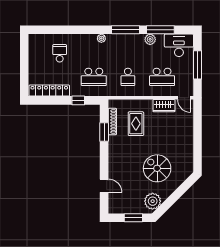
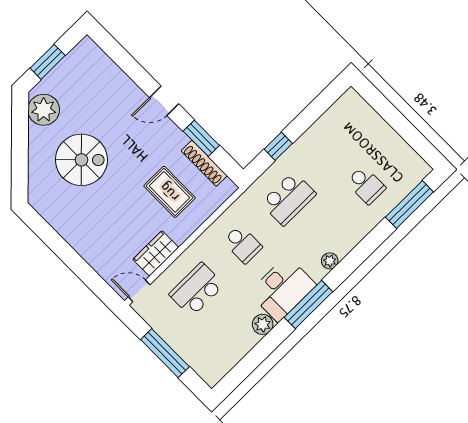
window: (160, 30) -> (409, 205), moved
desk: (179, 45) -> (283, 289), moved
school desk: (94, 77) -> (289, 199), turned 180
school desk: (128, 77) -> (243, 244), turned 180
locker: (49, 91) -> (330, 121), removed
door: (104, 186) -> (164, 101), moved

